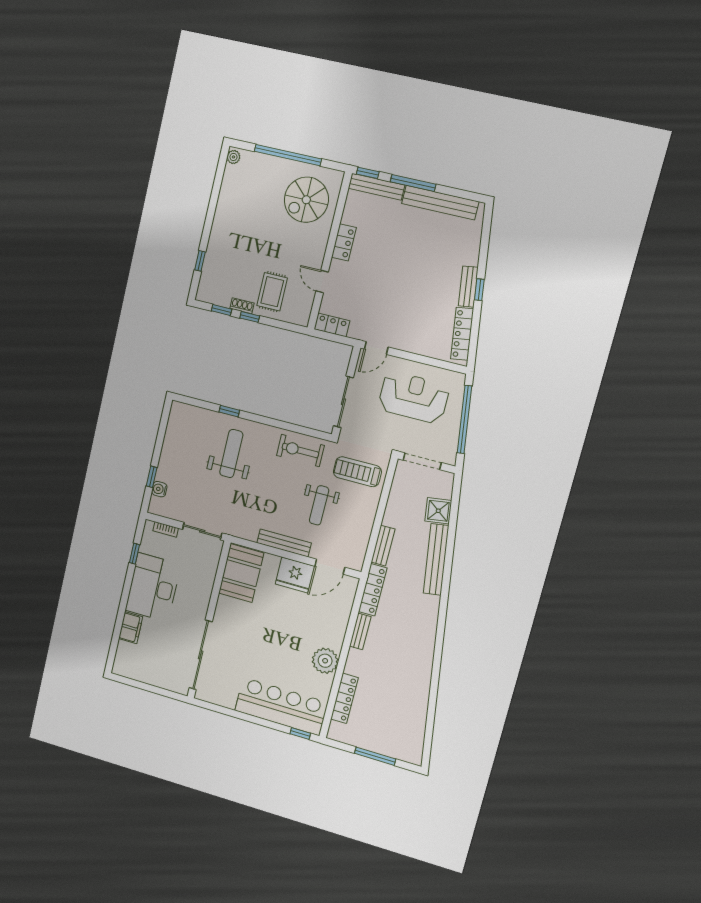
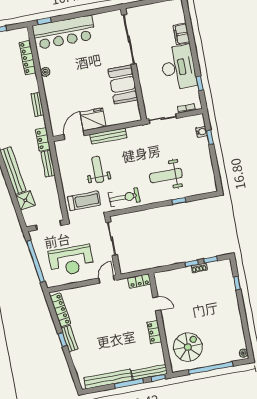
rug: (272, 292) -> (184, 284), removed
weight bench: (231, 454) -> (166, 176), turned 90
booth: (241, 573) -> (123, 84), moved
locker: (373, 590) -> (43, 139), width x0.66
plant: (325, 661) -> (45, 72), width x0.53, depth x0.53

